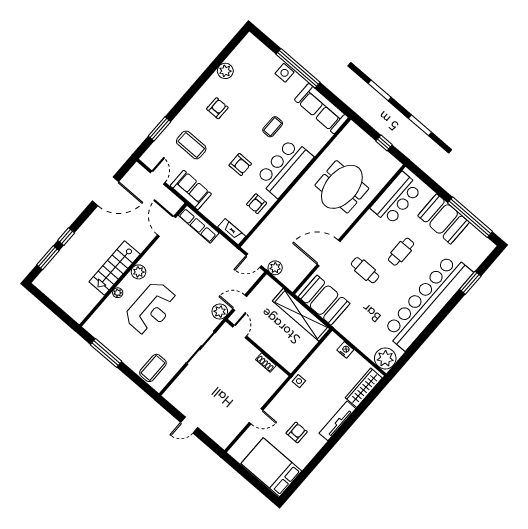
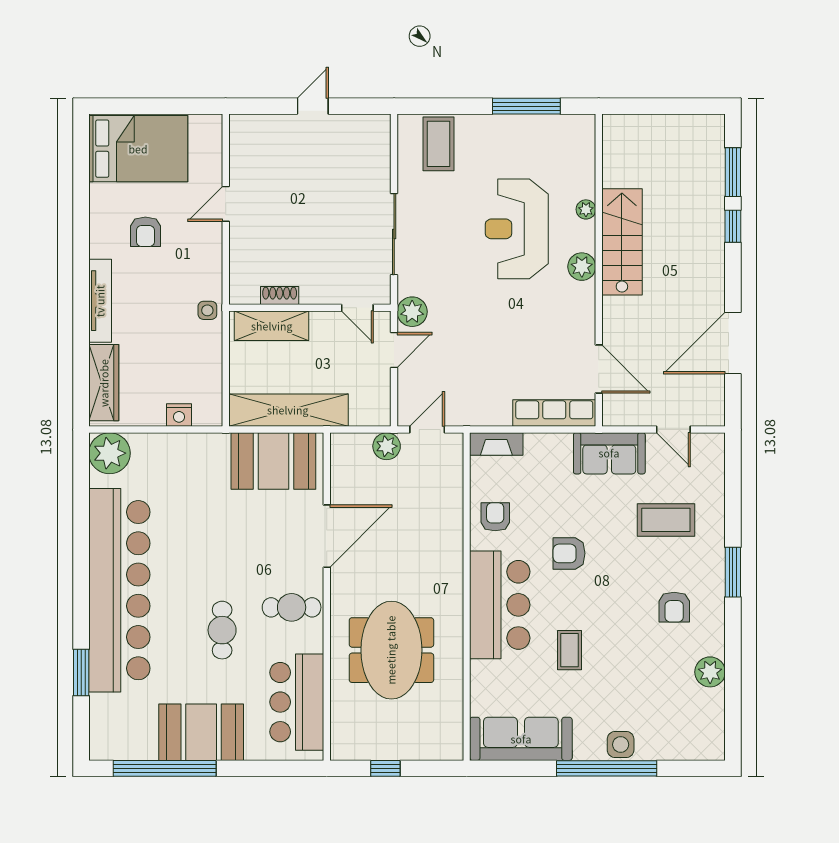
window: (159, 129) -> (733, 572), moved
cafe table: (365, 270) -> (292, 607), moved
shelving: (279, 353) -> (272, 326), added

